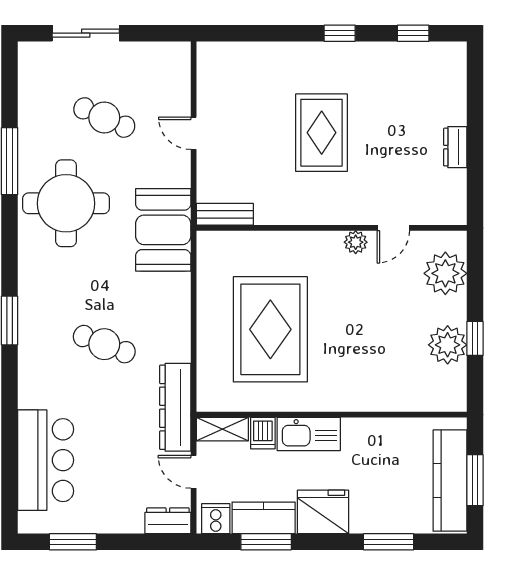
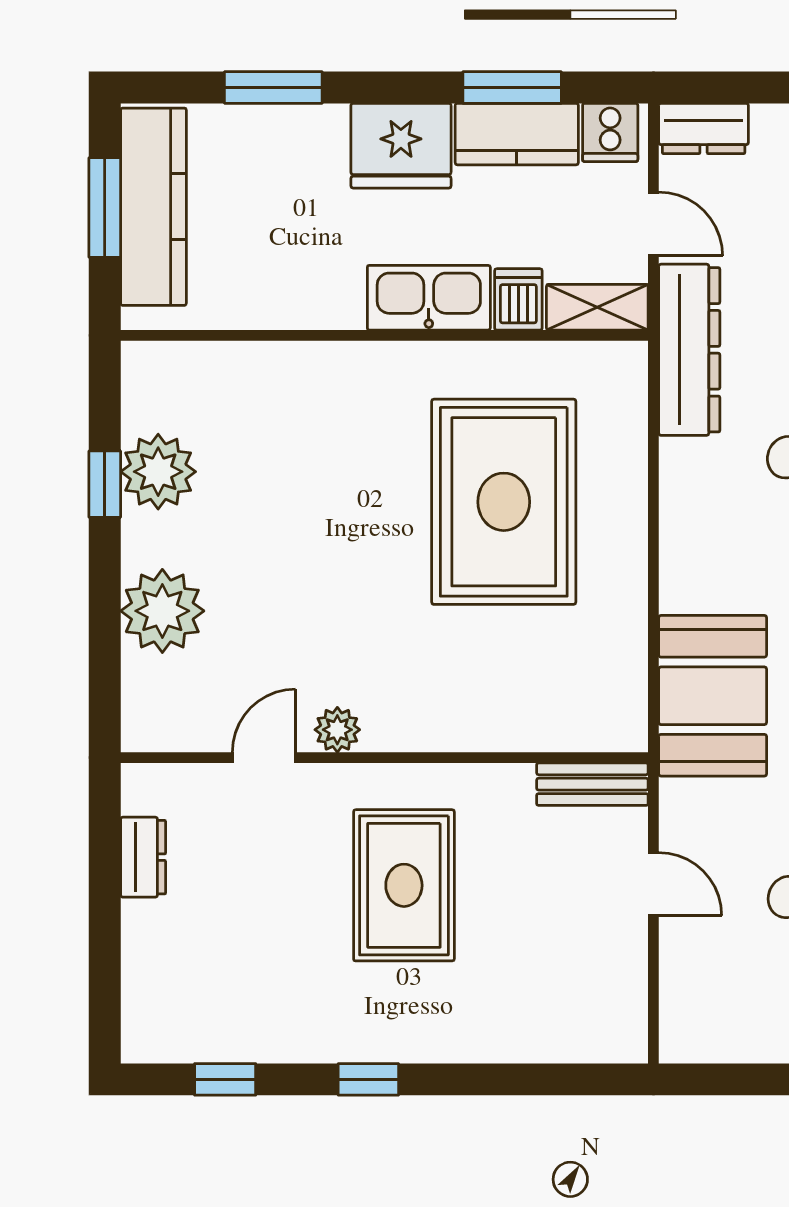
bench: (225, 214) -> (592, 784), moved
wall: (332, 228) -> (384, 758), moved
door: (393, 228) -> (264, 758), moved
plant: (356, 242) -> (337, 730), moved

